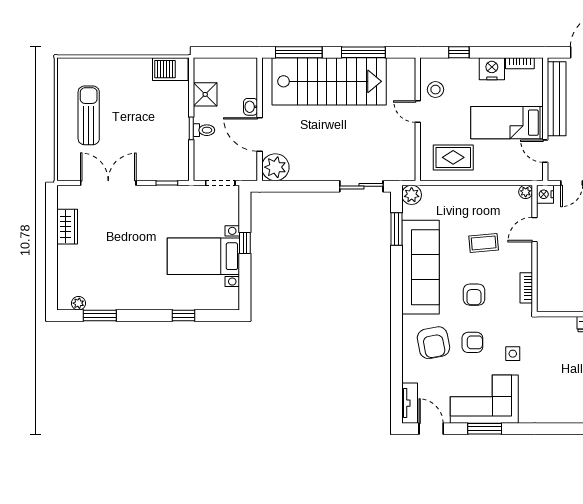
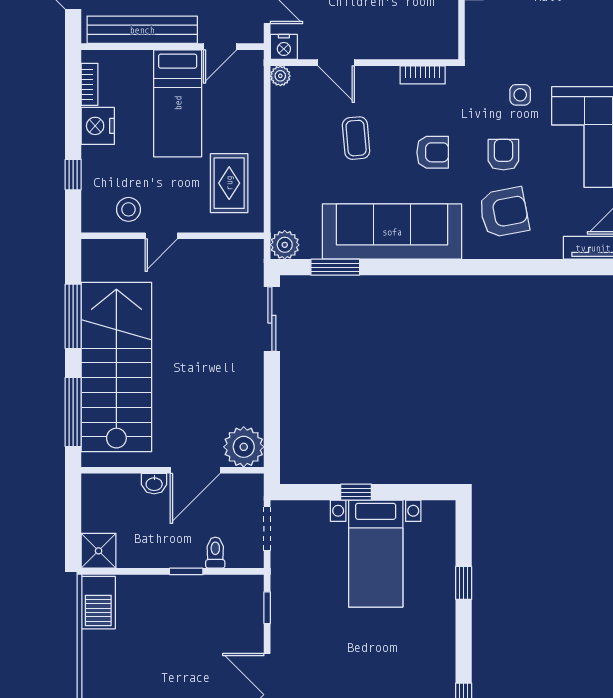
shower: (205, 94) -> (99, 551), moved
toilet: (204, 130) -> (215, 553), moved

